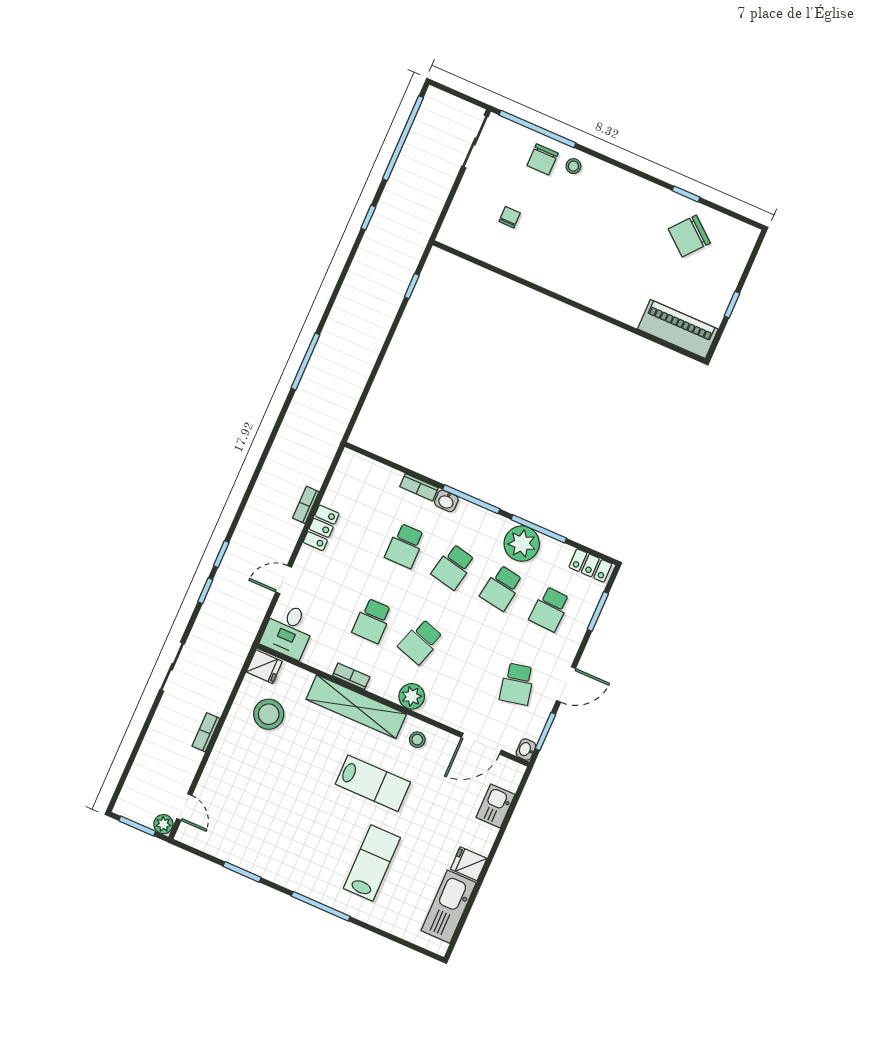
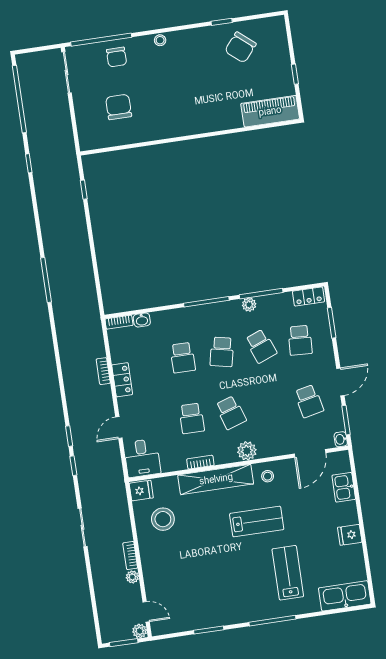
stool: (573, 166) -> (160, 40), moved
chair: (510, 217) -> (119, 107), width x1.87, depth x1.87
bookcase: (419, 487) -> (119, 322), moved
washbasin: (446, 501) -> (142, 320), moved
plant: (522, 544) -> (249, 305), width x0.53, depth x0.53
school desk: (502, 588) -> (261, 346), turned -30
school desk: (421, 642) -> (231, 413), turned -36
plant: (193, 758) -> (132, 577), added
kitchen sink: (449, 907) -> (345, 596), moved, turned 90

